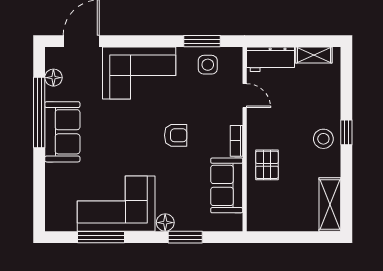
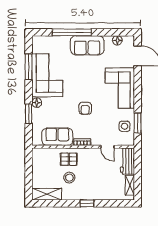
door: (245, 96) -> (107, 147), hinge flipped
window: (39, 112) -> (72, 32), moved
stool: (323, 139) -> (69, 178), moved

